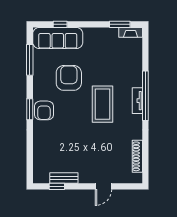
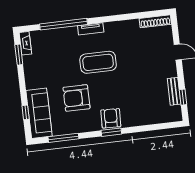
window: (145, 96) -> (63, 24), moved
armchair: (44, 110) -> (111, 118), turned -88
shoe rack: (137, 156) -> (155, 21), moved

